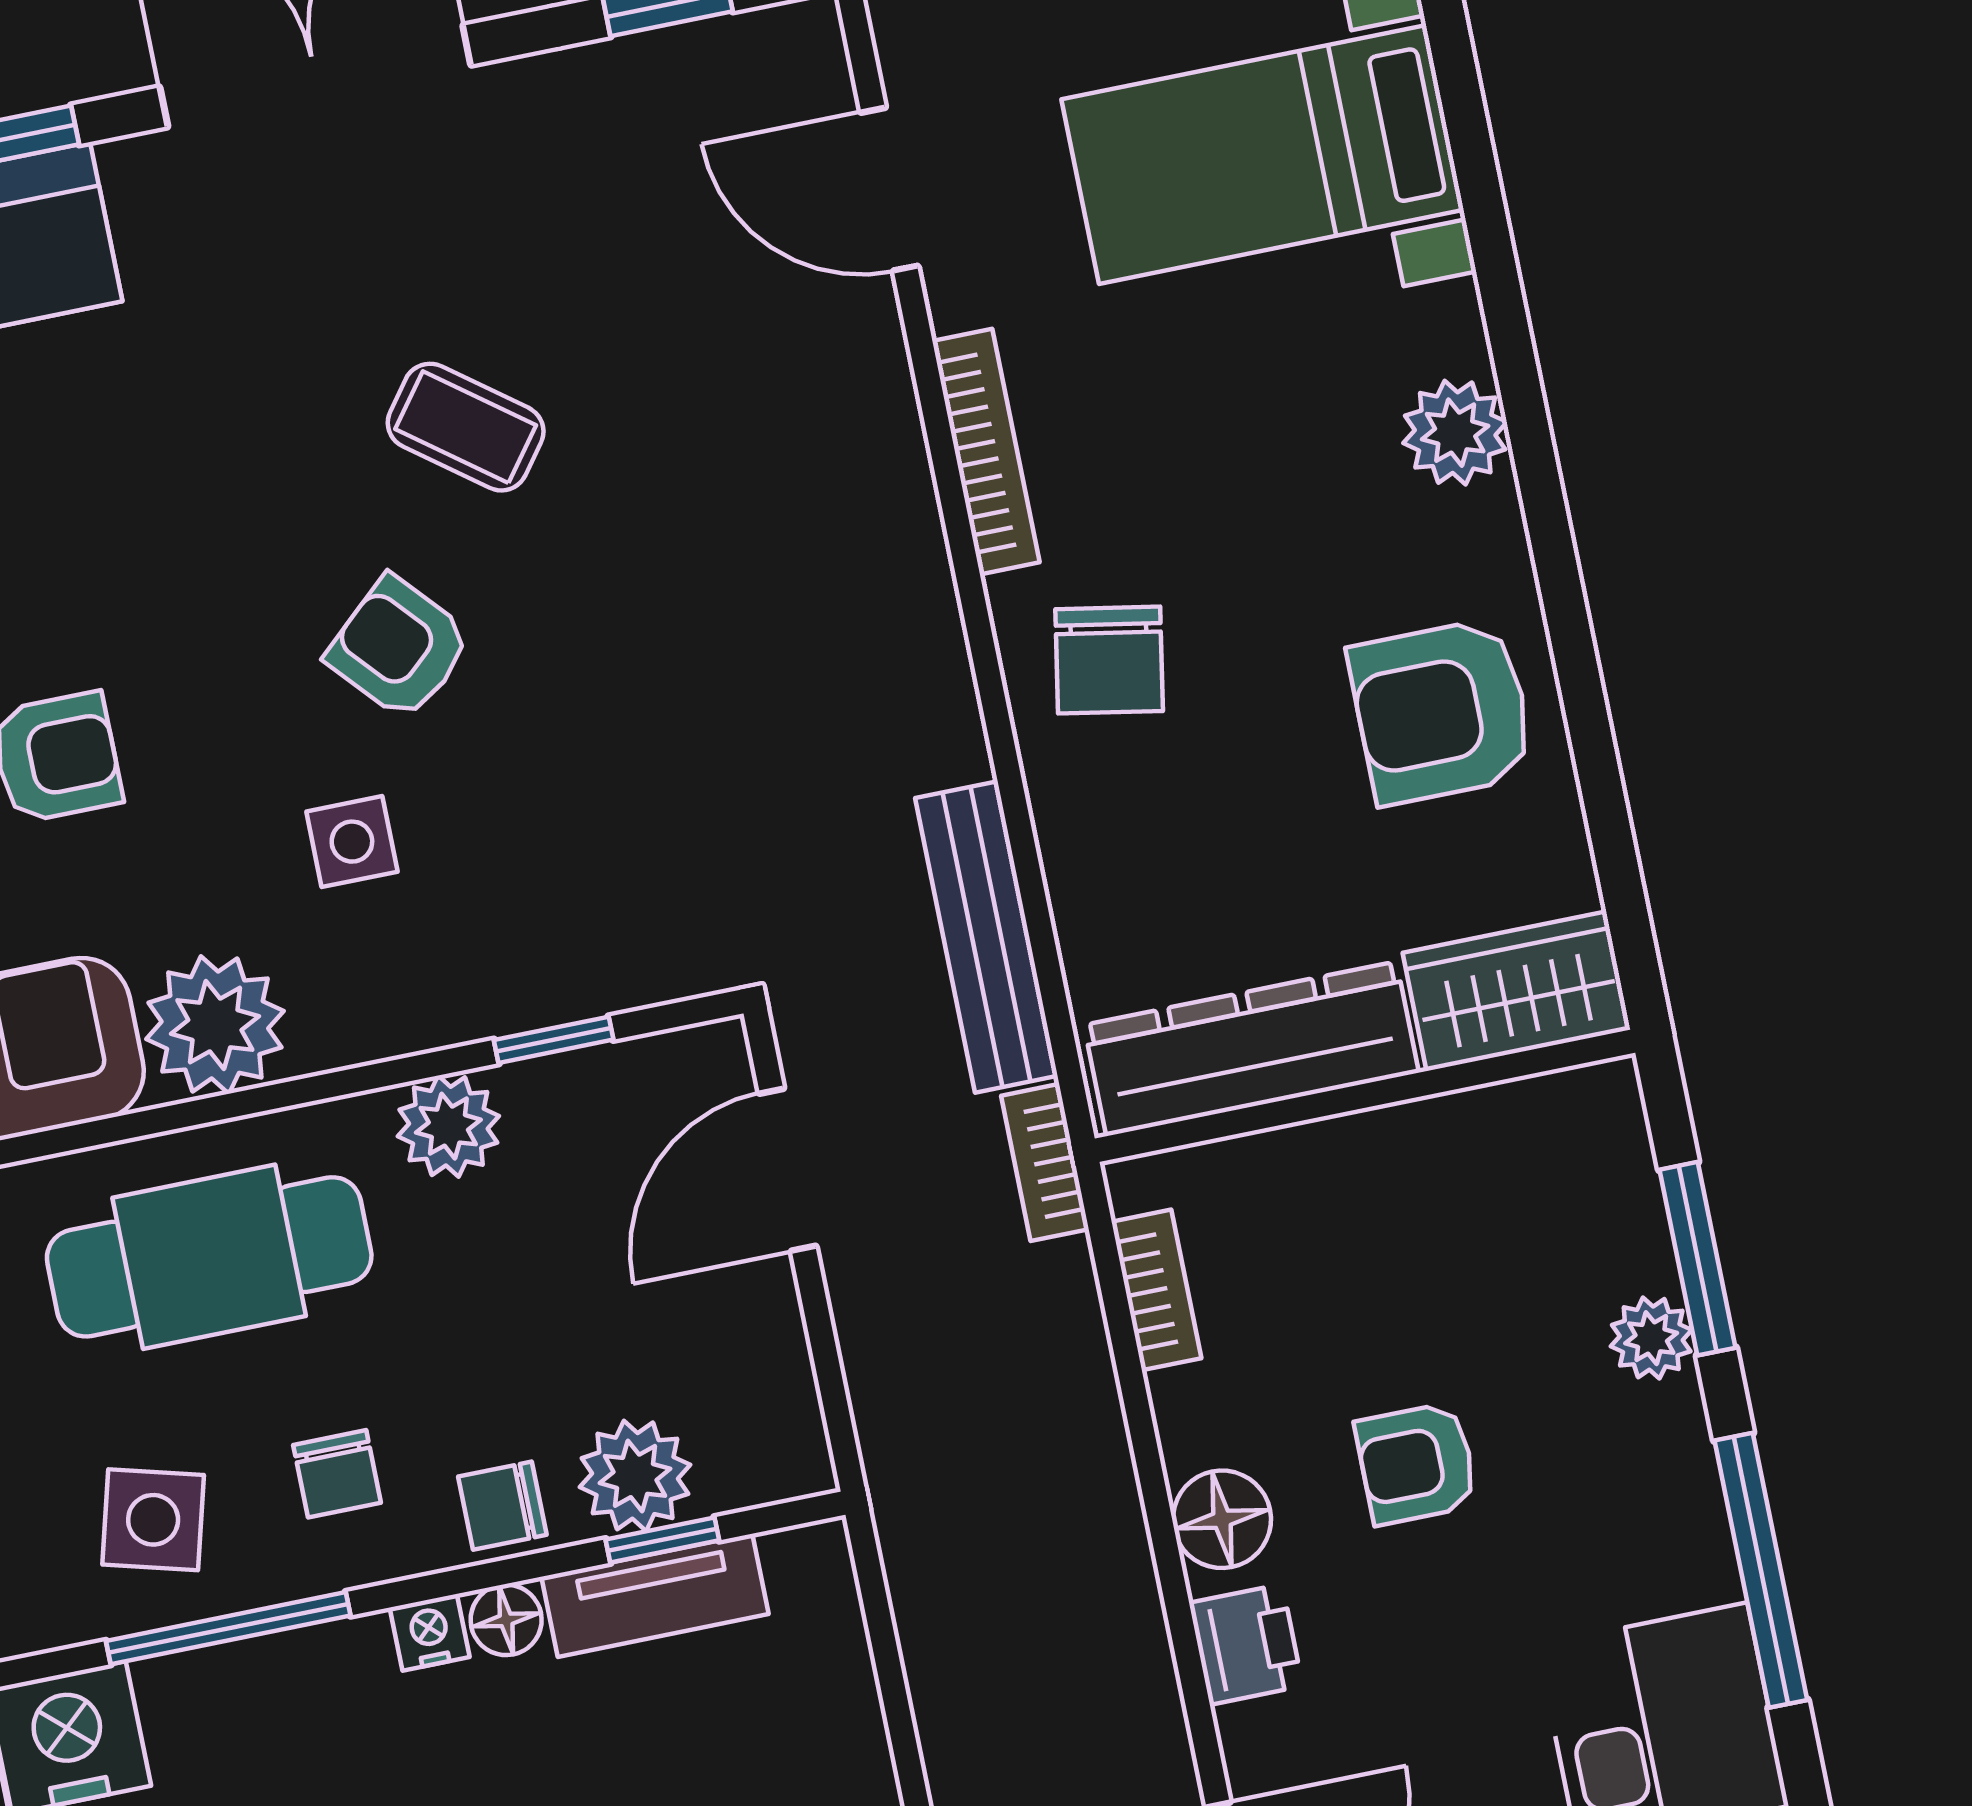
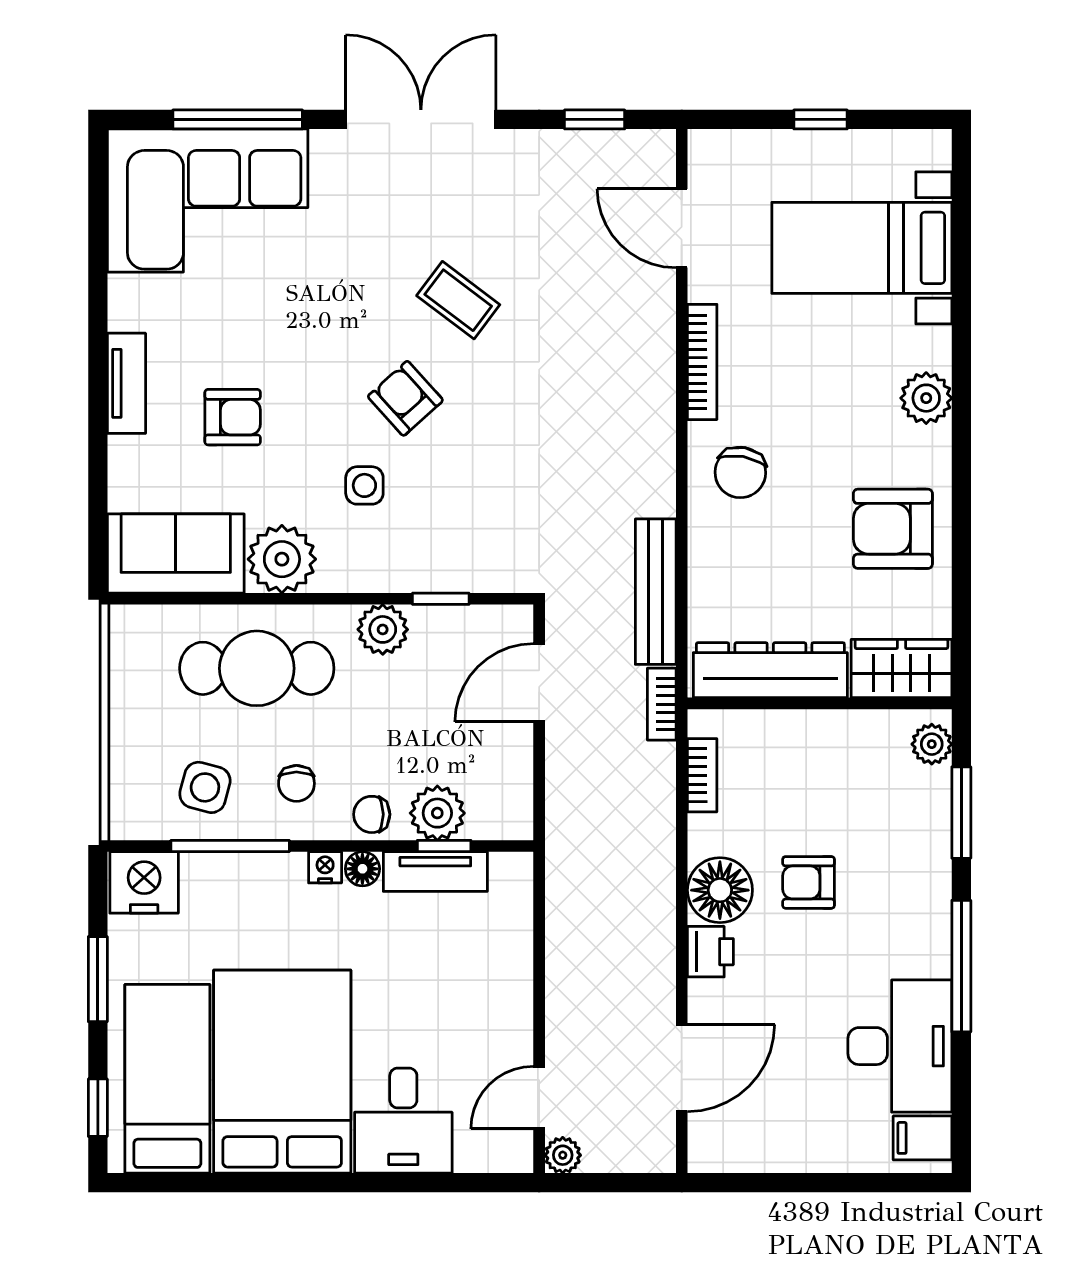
plant: (1651, 1338) -> (932, 744), moved
floor lamp: (1222, 1519) -> (720, 890), width x1.38, depth x1.38

